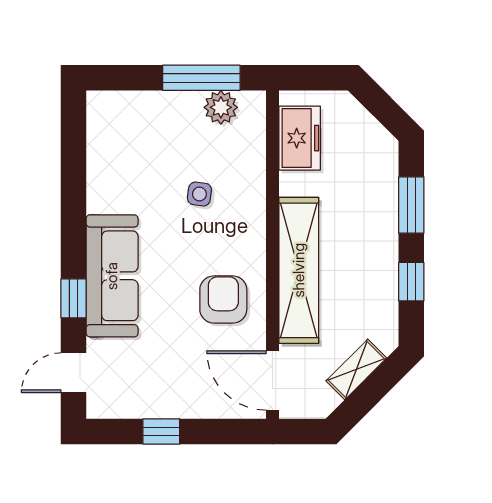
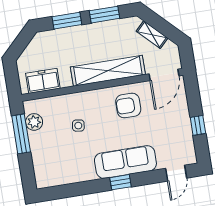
window: (411, 282) -> (104, 15), width x1.50
window: (74, 298) -> (120, 182), moved
door: (74, 373) -> (176, 173), hinge flipped

